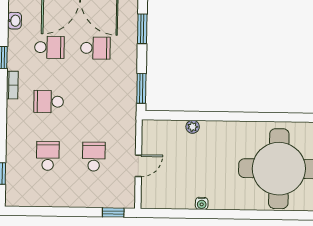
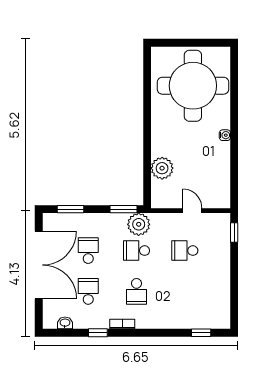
plant: (124, 105) -> (139, 224), added
plant: (193, 127) -> (162, 168), width x1.88, depth x1.88
school desk: (48, 156) -> (136, 251), moved
water cooler: (202, 203) -> (225, 135), moved

